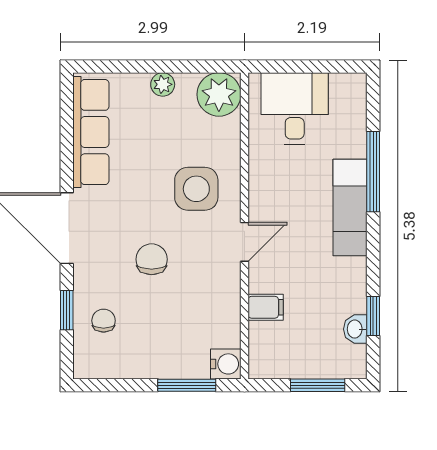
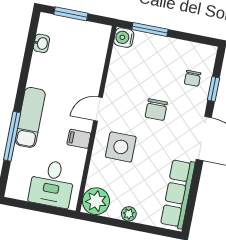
filing cabinet: (266, 307) -> (79, 139), moved
window: (373, 316) -> (29, 49), removed

